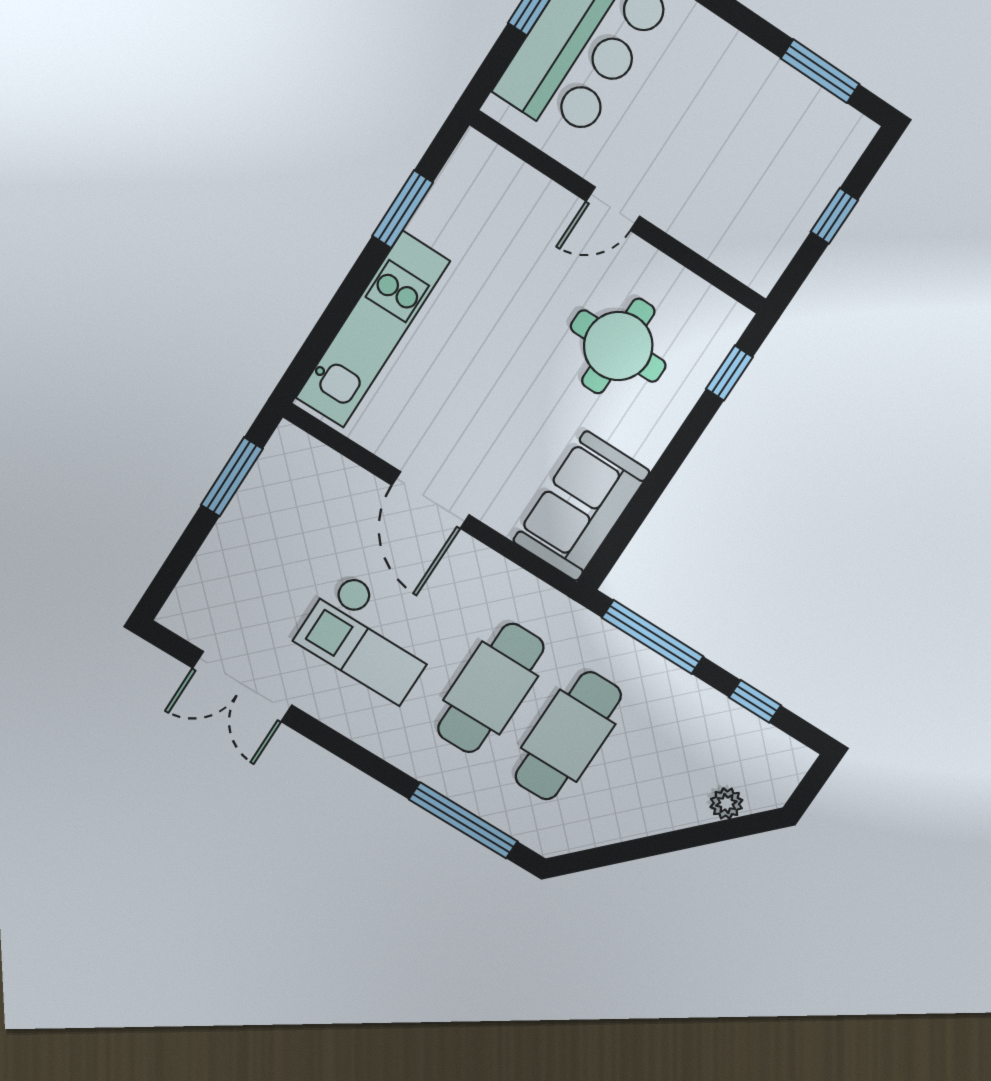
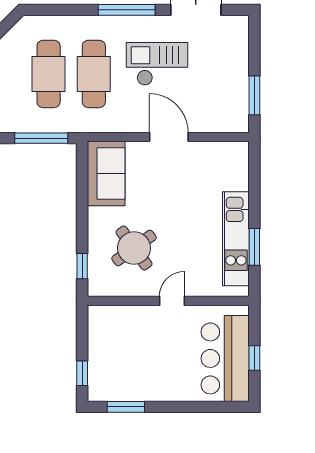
window: (834, 216) -> (82, 373), moved
kitchen unit: (373, 330) -> (236, 239), moved
round table: (618, 346) -> (134, 248), turned -36
window: (463, 820) -> (127, 10), moved

